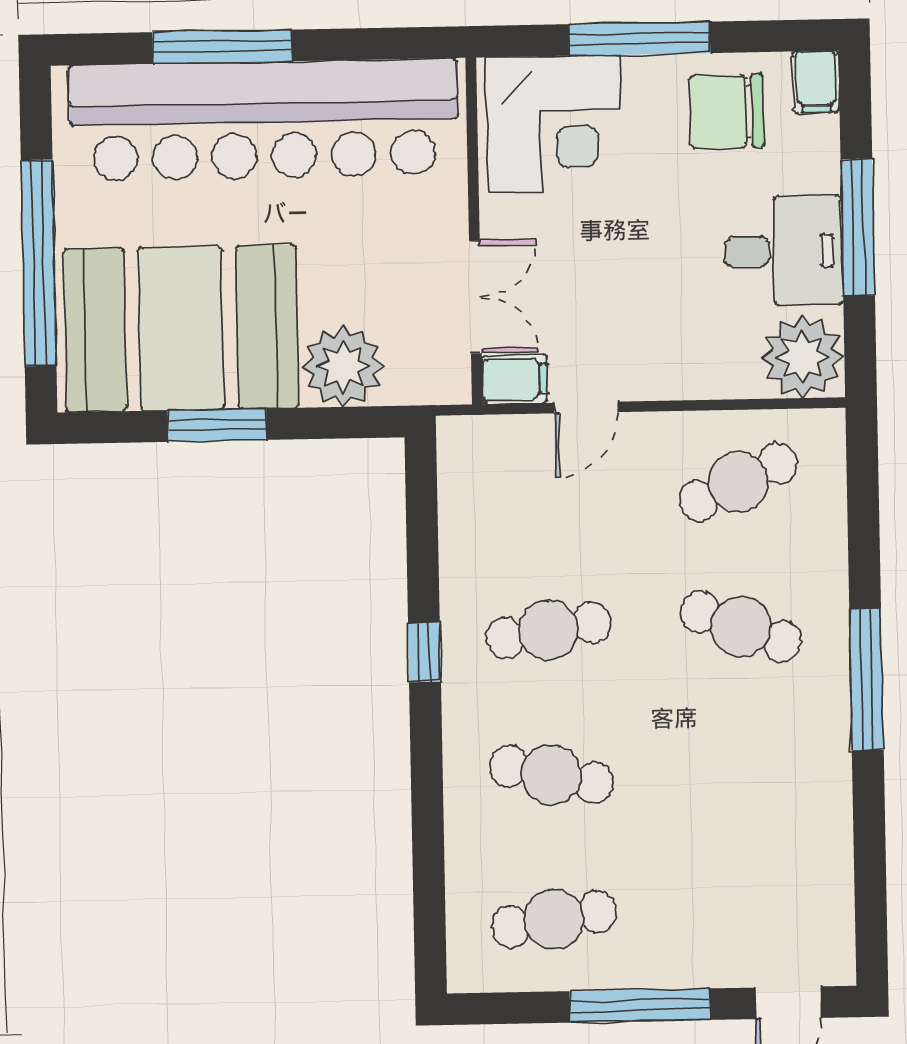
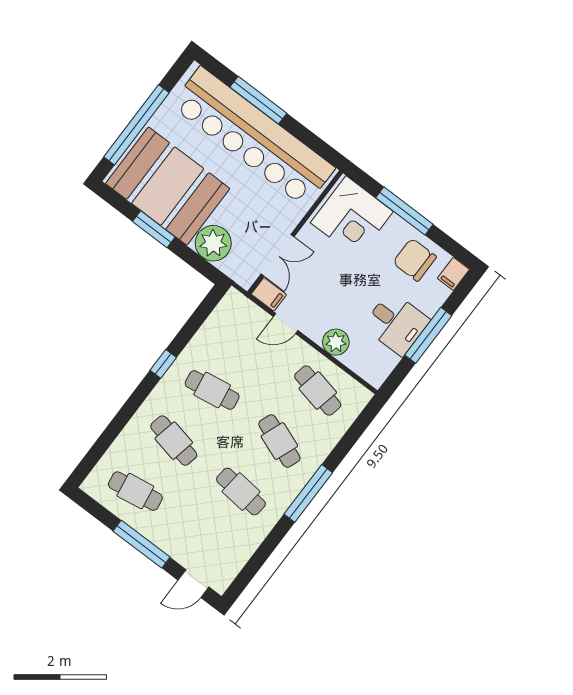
plant: (802, 357) -> (336, 342), moved, width x0.73, depth x0.73
cafe table: (738, 482) -> (318, 391), turned 36
cafe table: (744, 771) -> (241, 492), added

